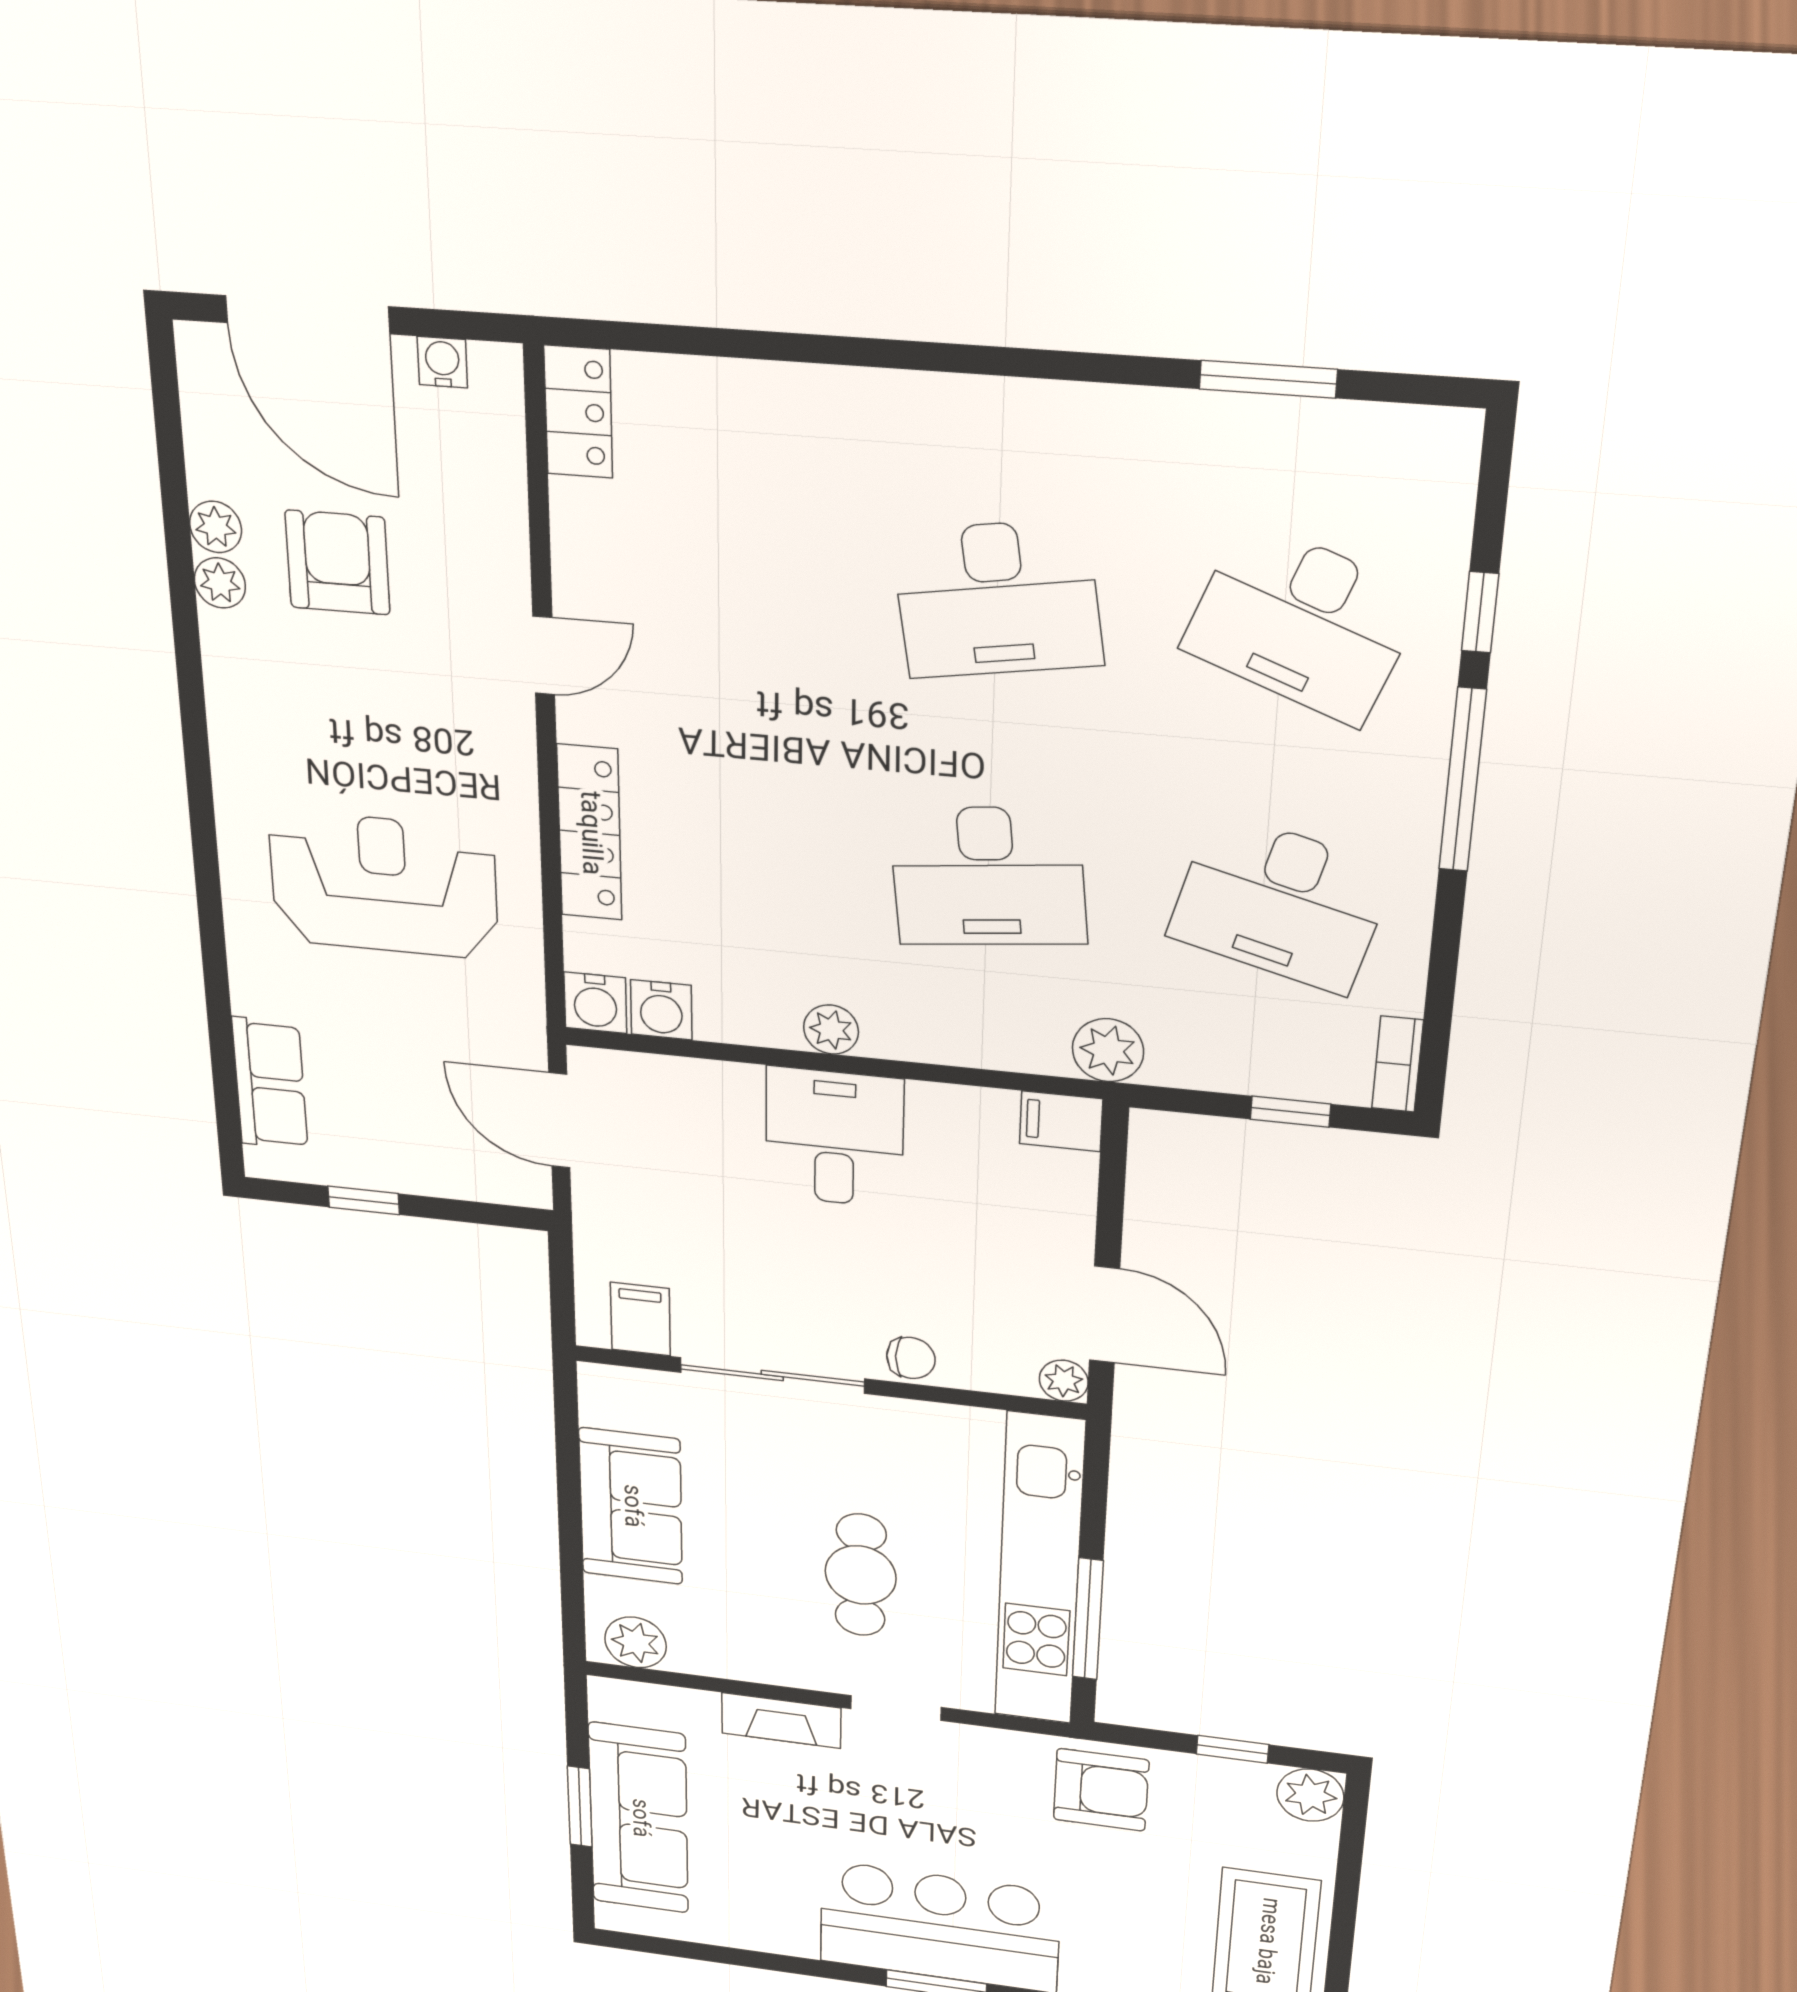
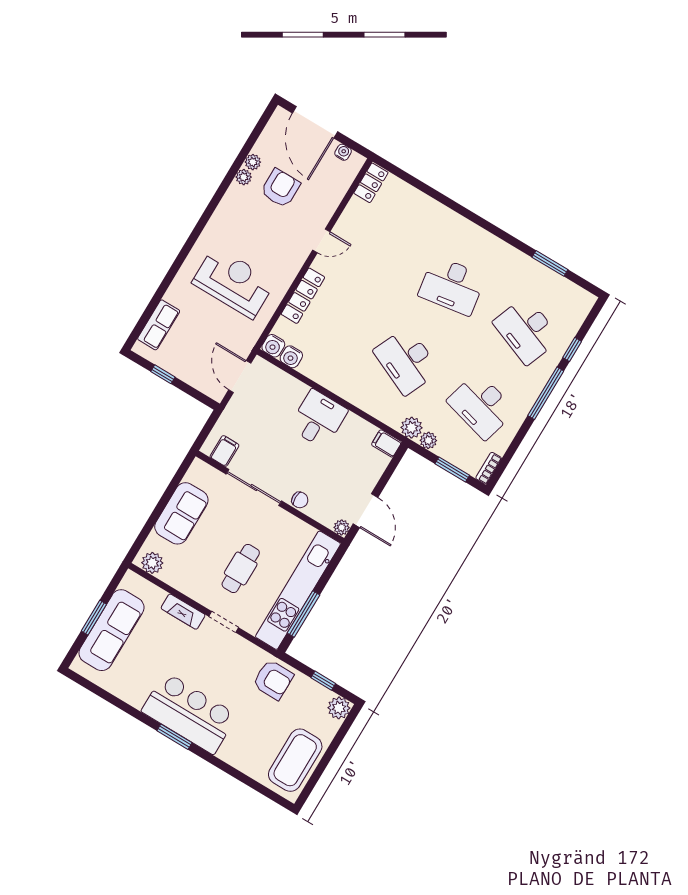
desk: (988, 876) -> (407, 361), turned 30
plant: (831, 1030) -> (428, 440), moved
window: (1290, 1112) -> (452, 470), width x1.50

